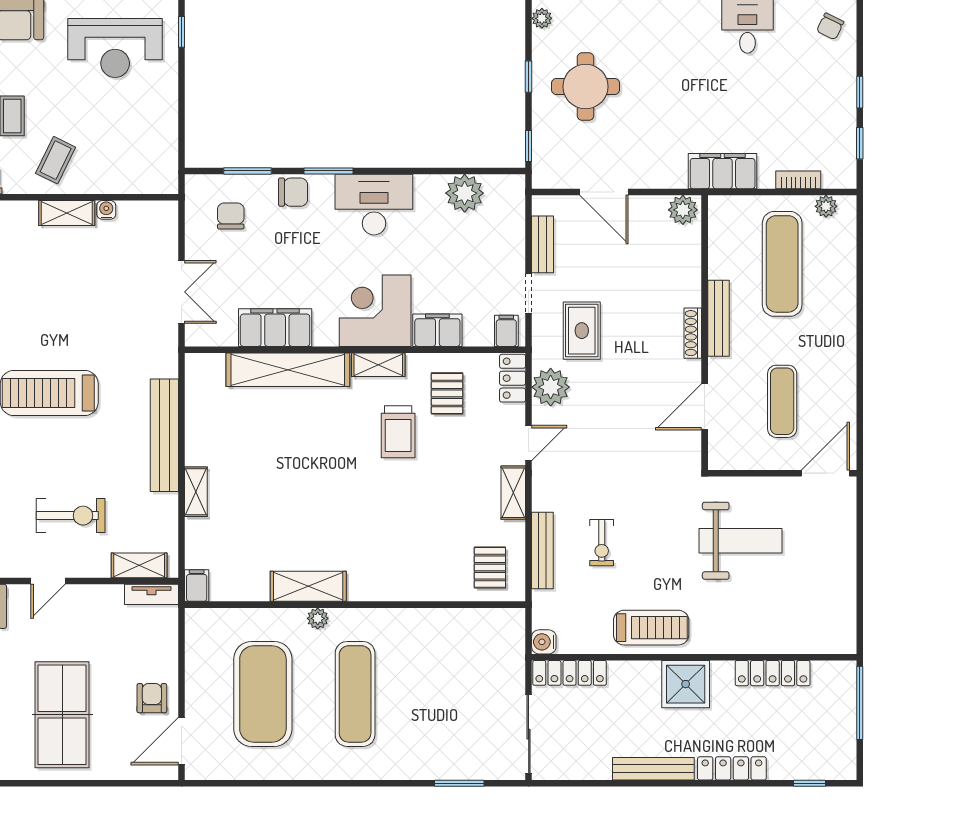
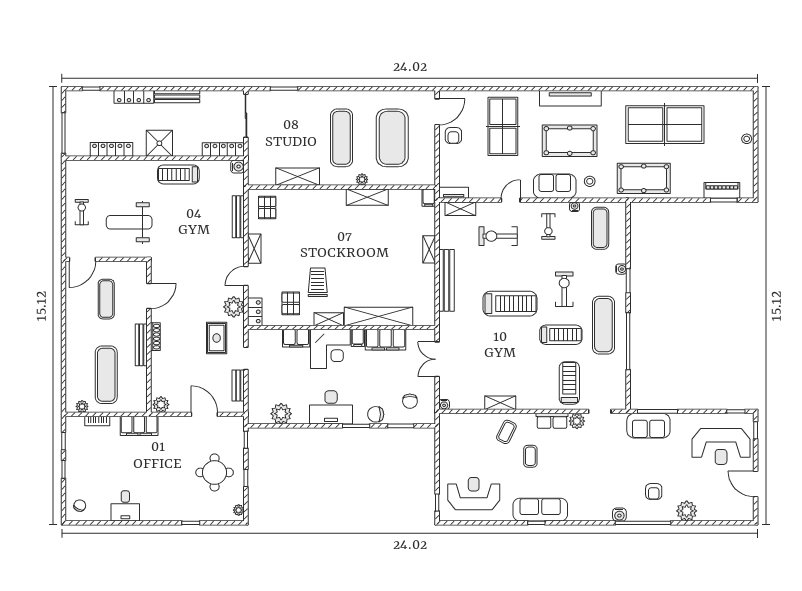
water cooler: (106, 210) -> (444, 405), moved
filing cabinet: (506, 331) -> (358, 338), moved
exercise bike: (602, 543) -> (82, 212), moved
shelving: (435, 624) -> (298, 177), added

